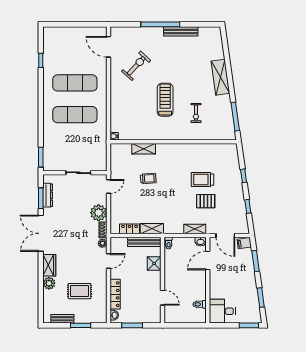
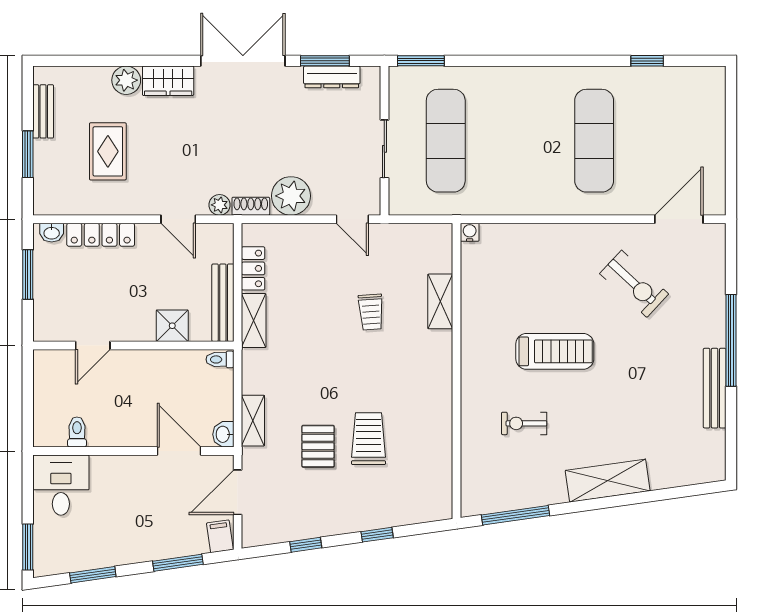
exercise mat: (75, 115) -> (446, 141), moved

